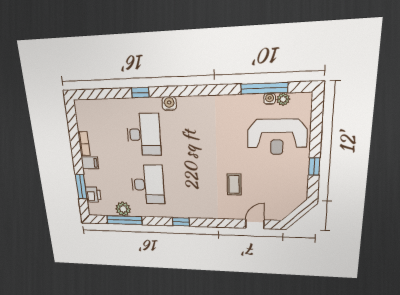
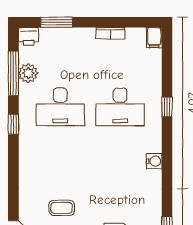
water cooler: (169, 104) -> (154, 161), moved
filing cabinet: (90, 163) -> (154, 38), moved
printer: (93, 195) -> (29, 37), moved
window: (181, 222) -> (13, 124), moved

